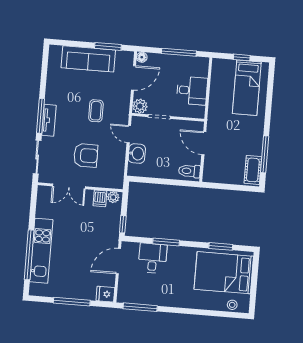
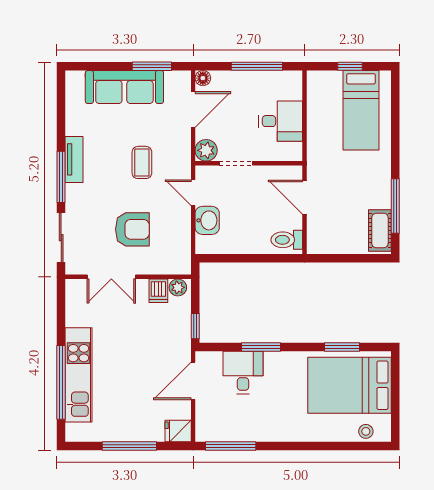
tv unit: (49, 120) -> (74, 159), moved

